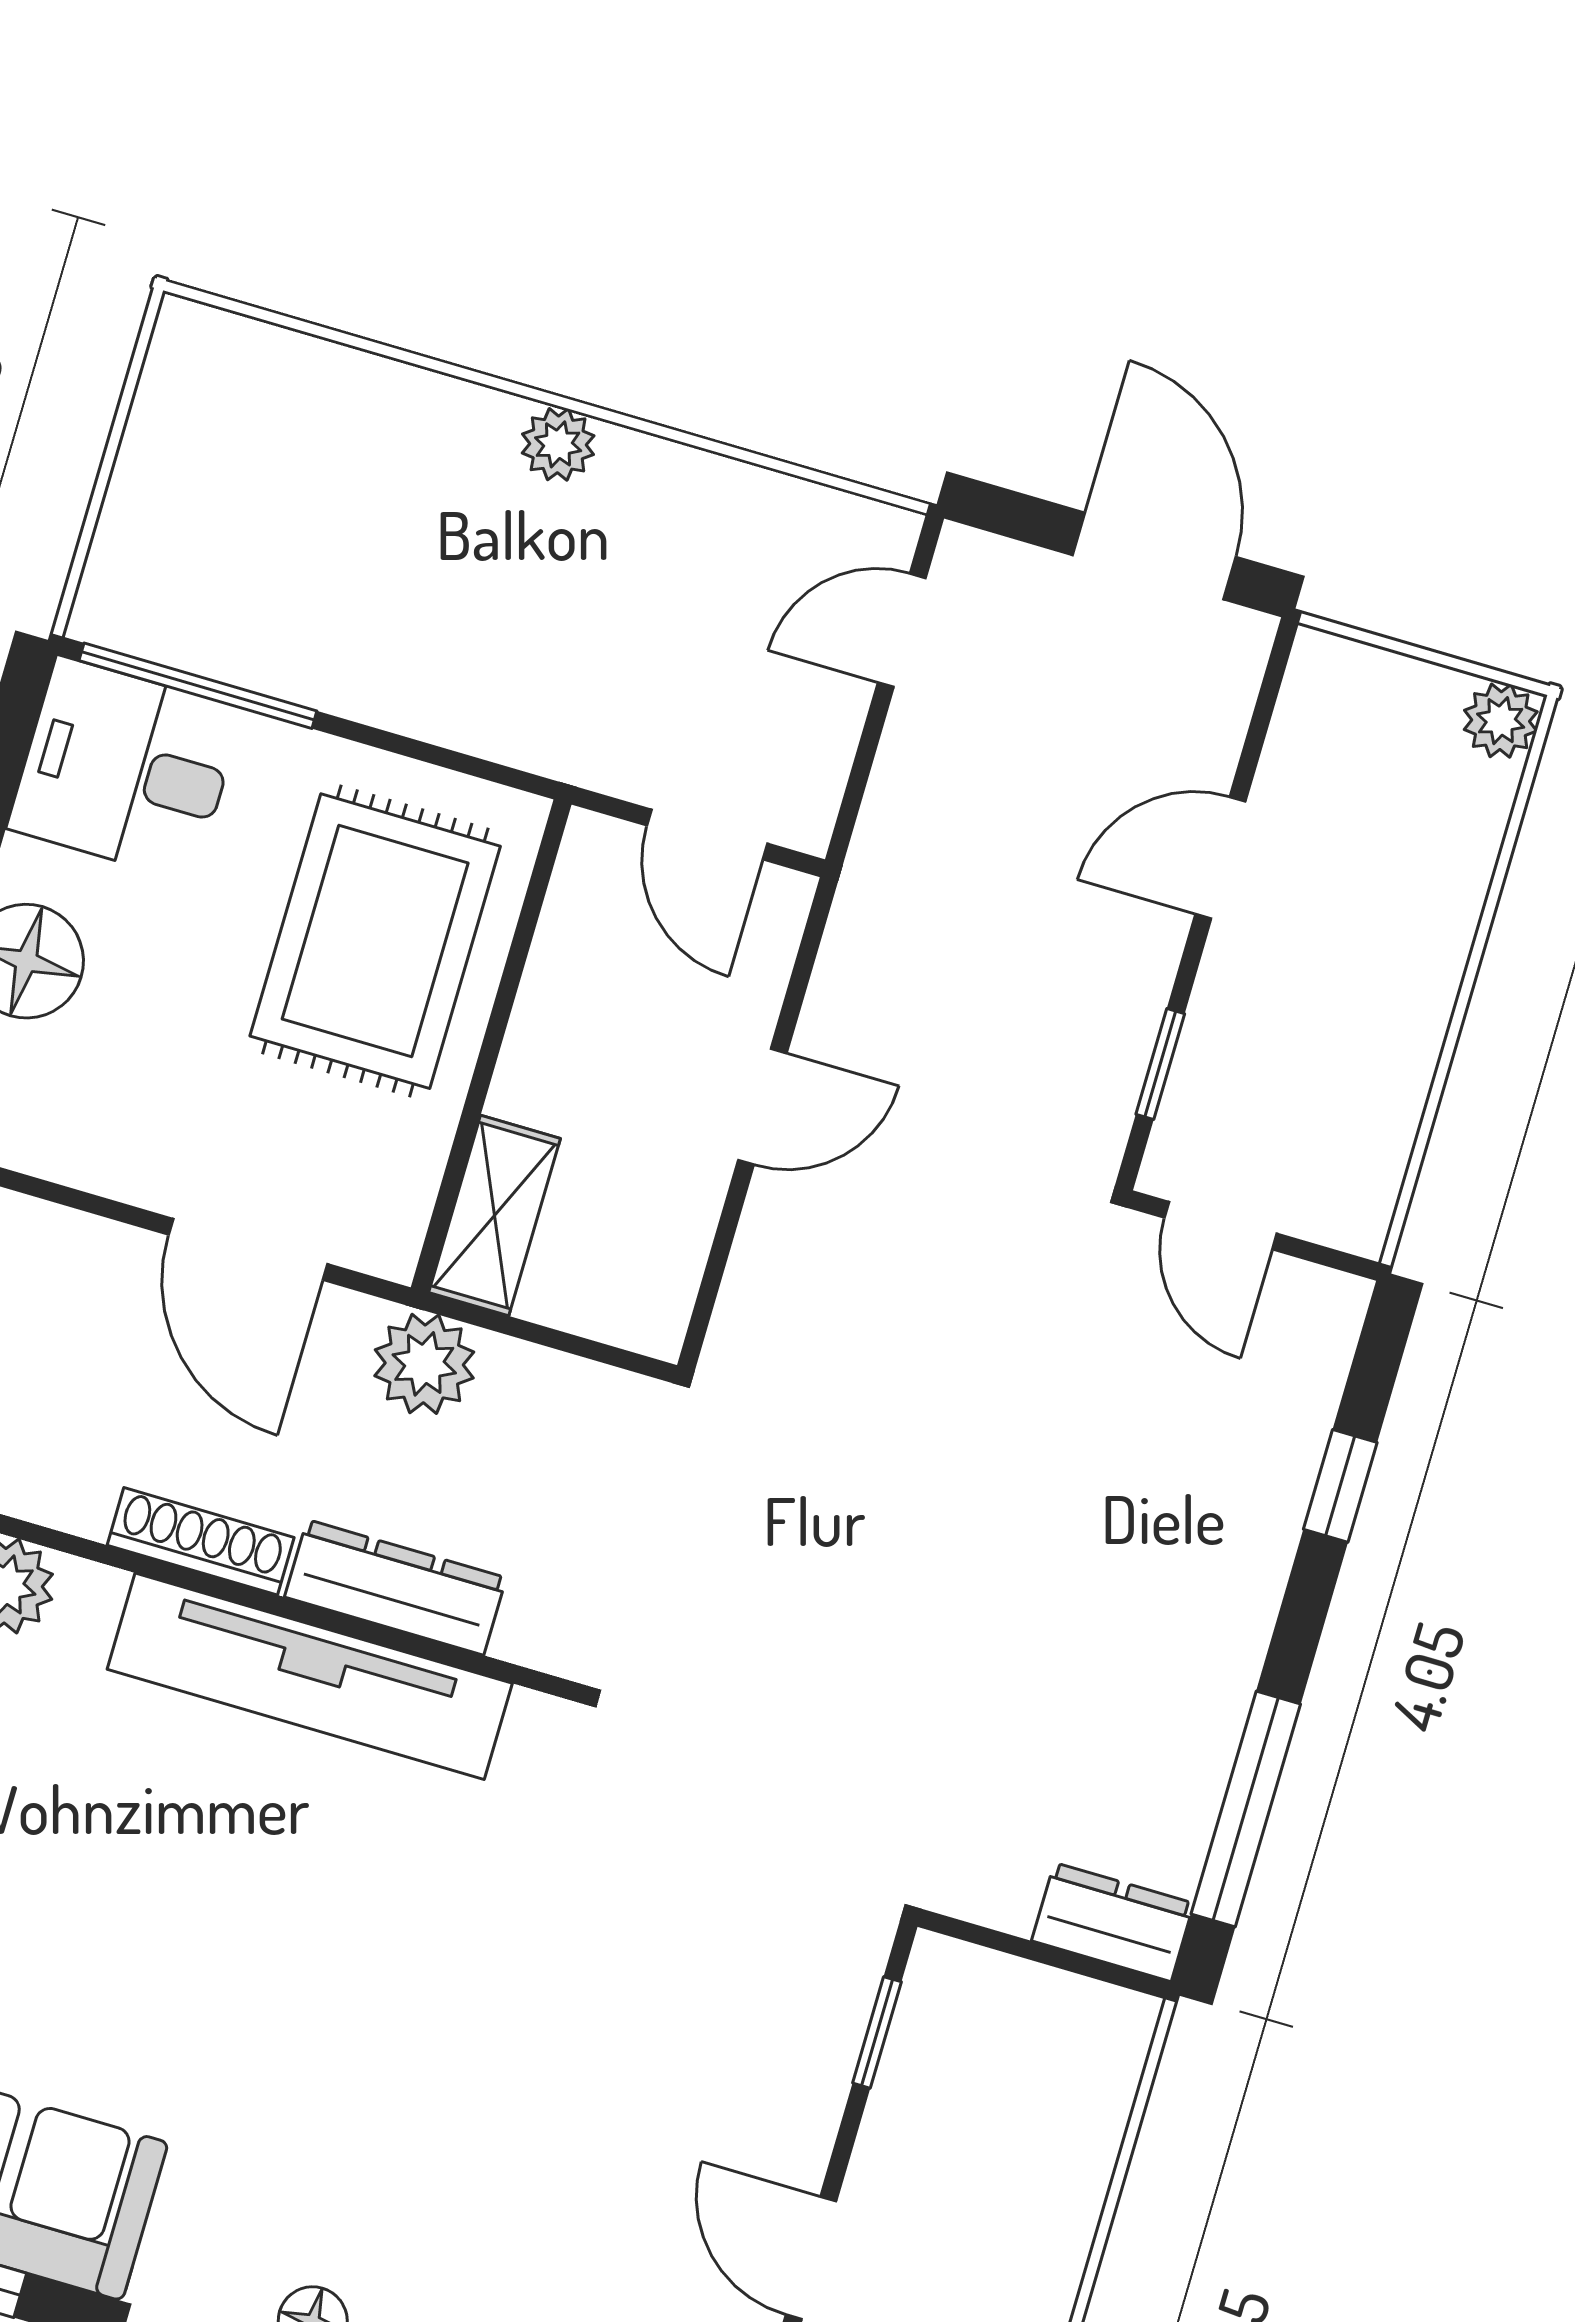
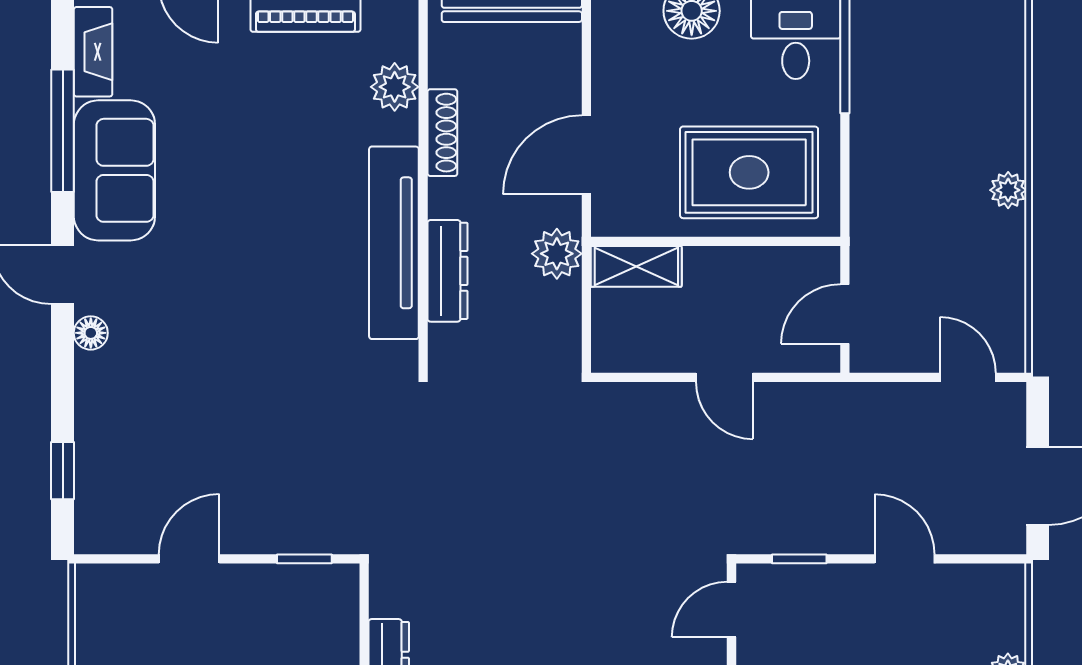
shoe rack: (201, 1541) -> (442, 133), moved

